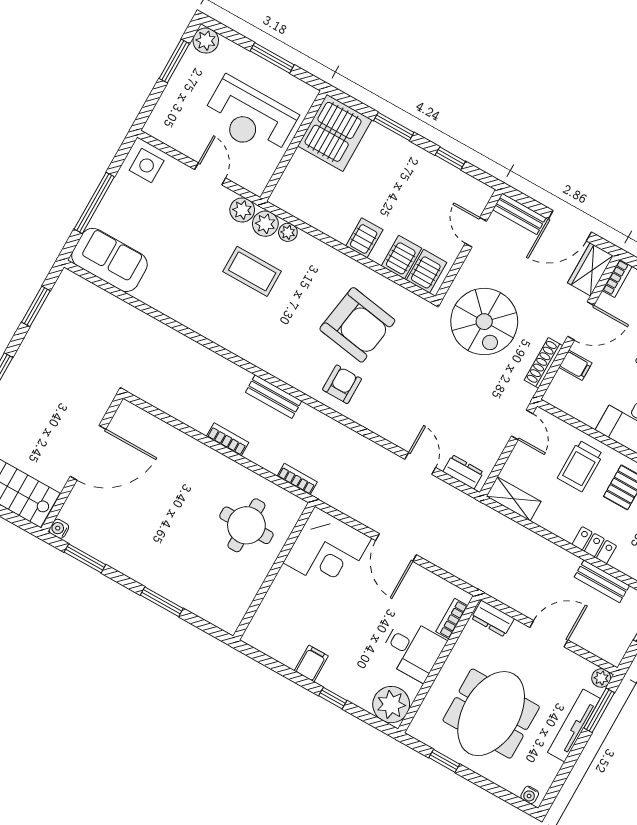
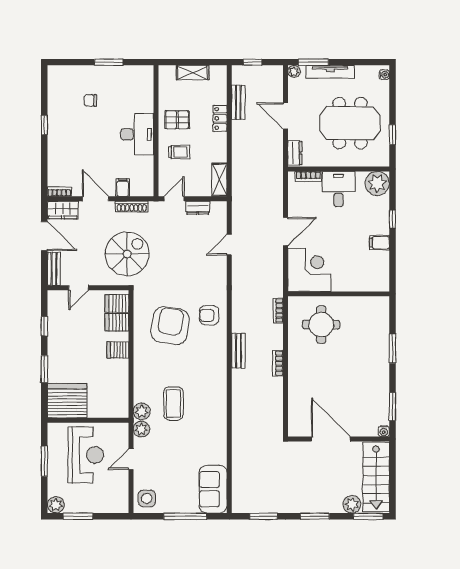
plant: (288, 232) -> (139, 396), removed
trolley: (580, 466) -> (179, 152), width x0.73, depth x0.72
dresser: (463, 472) -> (198, 208), moved, turned -90

